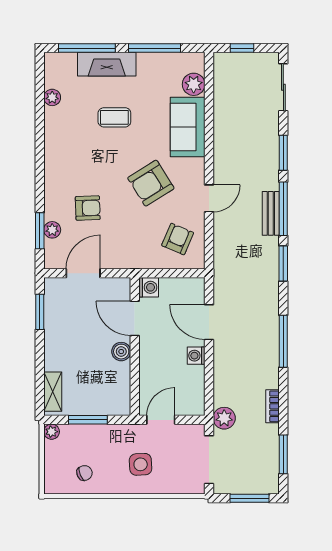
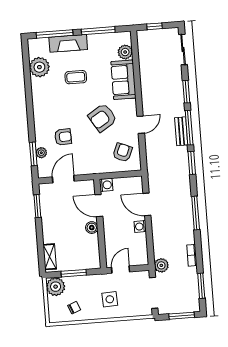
plant: (52, 97) -> (39, 67), width x1.88, depth x1.88
plant: (52, 432) -> (56, 287), width x1.87, depth x1.87

